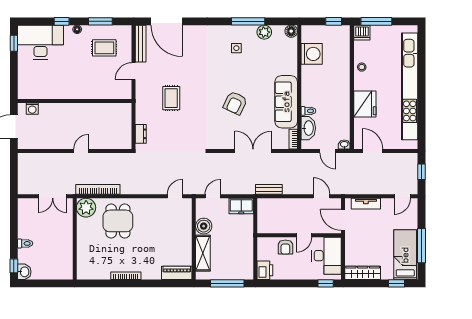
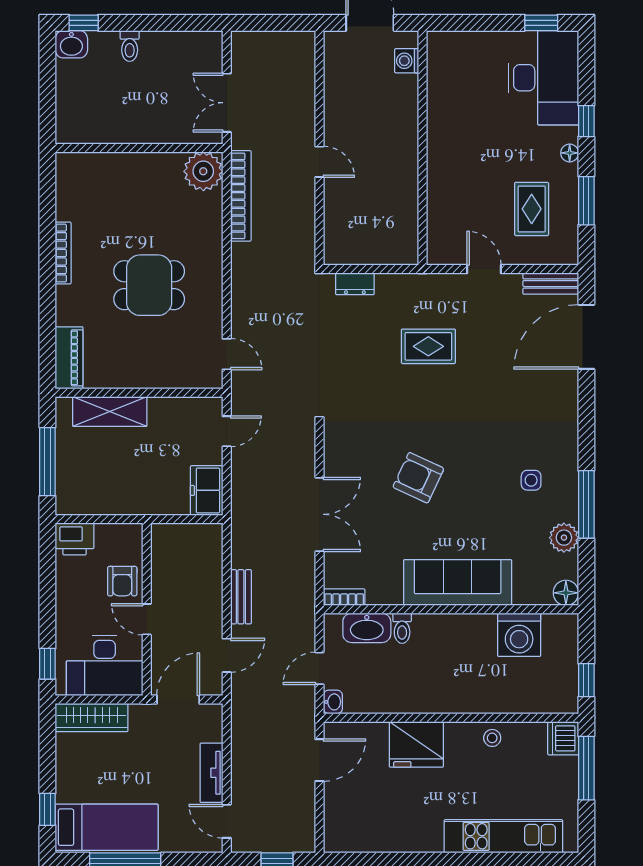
bench: (141, 44) -> (551, 284), width x0.73
kitchen unit: (410, 86) -> (503, 836), width x0.54
sofa: (286, 102) -> (458, 583), moved
bench: (269, 189) -> (241, 597), moved
door: (213, 196) -> (227, 431), hinge flipped
tv unit: (366, 204) -> (211, 773), moved
dining table: (118, 221) -> (149, 285), moved
boiler: (204, 226) -> (165, 413), removed
armchair: (285, 247) -> (122, 581), turned -90
wardrobe: (363, 273) -> (92, 718), moved, turned 90

